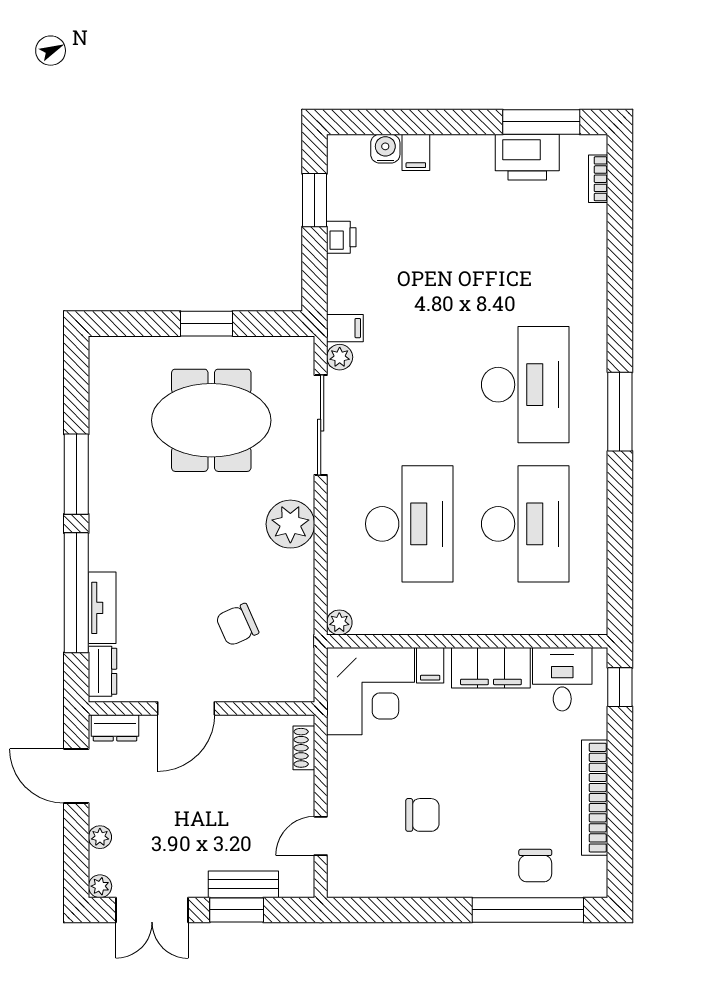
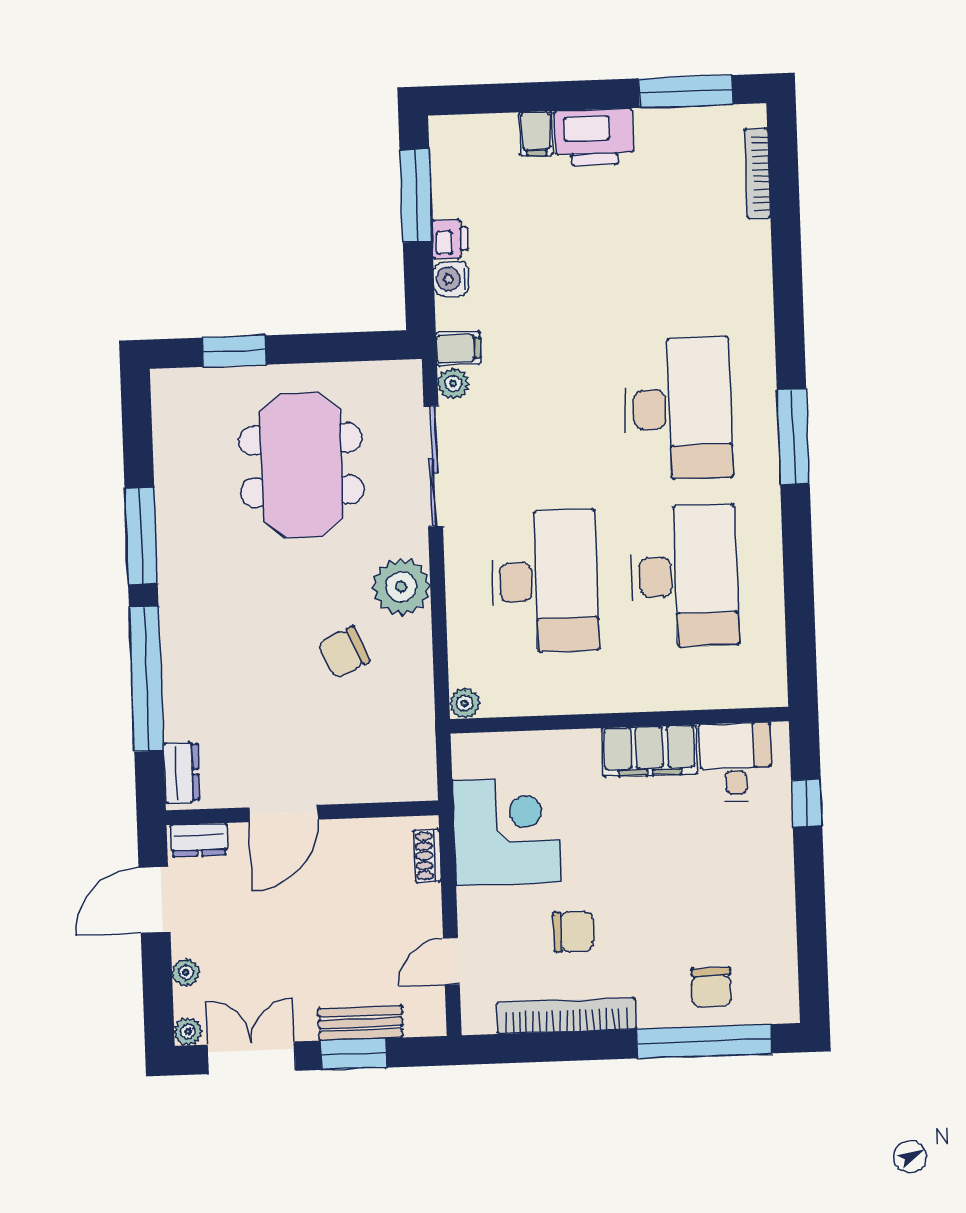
water cooler: (385, 149) -> (451, 279), moved, turned -90
printer: (527, 157) -> (594, 137), moved
bookcase: (598, 179) -> (757, 173), width x1.56
window: (315, 200) -> (416, 196), width x1.44
window: (206, 324) -> (234, 351), moved
meeting table: (211, 420) -> (301, 465), turned 90
tv unit: (102, 608) -> (178, 696), removed
chair: (237, 625) -> (344, 652), moved
filing cabinet: (430, 665) -> (576, 751), removed
window: (620, 687) -> (807, 803), moved
corner desk: (371, 691) -> (507, 831), moved, turned -90
door: (76, 776) -> (154, 900), hinge flipped
bookcase: (595, 798) -> (566, 1016), moved, turned 90
double door: (152, 910) -> (252, 1058), swing flipped

